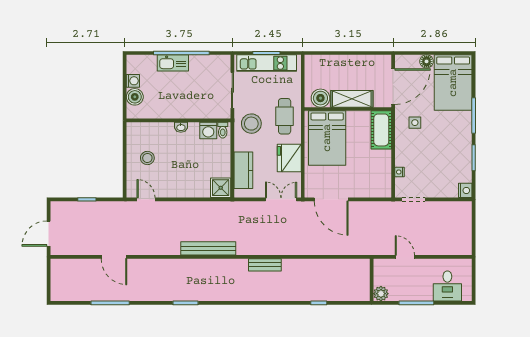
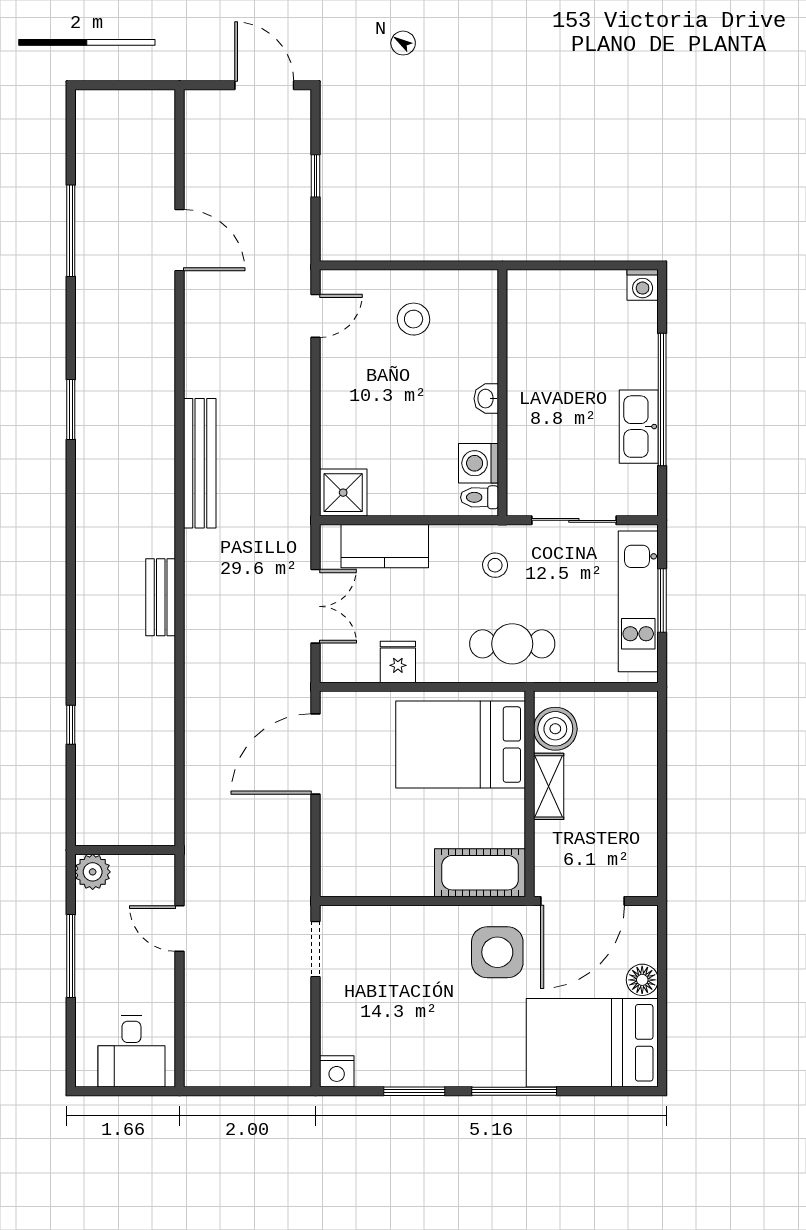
kitchen sink: (173, 63) -> (639, 427), moved
washing machine: (133, 81) -> (643, 285), moved
door: (393, 87) -> (583, 901), hinge flipped
boiler: (135, 97) -> (558, 289), removed
shelving: (352, 99) -> (549, 786), width x0.67, depth x0.75
side table: (415, 123) -> (497, 952), width x1.87, depth x1.87
stool: (251, 124) -> (495, 565), width x0.53, depth x0.53
fridge: (289, 158) -> (398, 662), width x0.53, depth x0.75
nightstand: (400, 172) -> (380, 916), removed
double door: (281, 199) -> (315, 606), moved
door: (49, 234) -> (264, 85), moved
door: (114, 257) -> (179, 240), swing flipped
door: (405, 257) -> (179, 929), swing flipped
desk: (447, 286) -> (131, 1051), moved, turned -90

